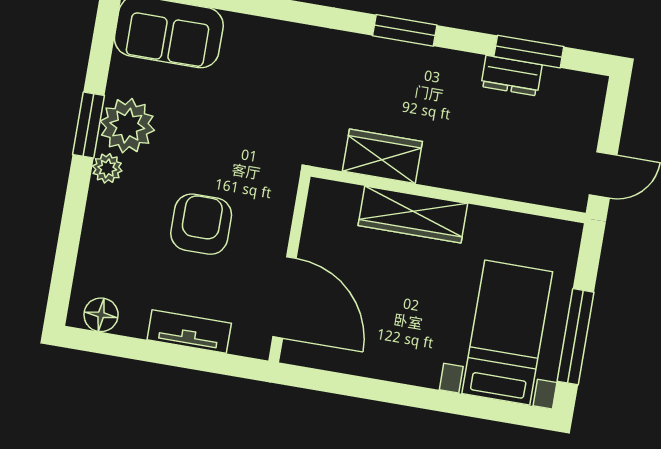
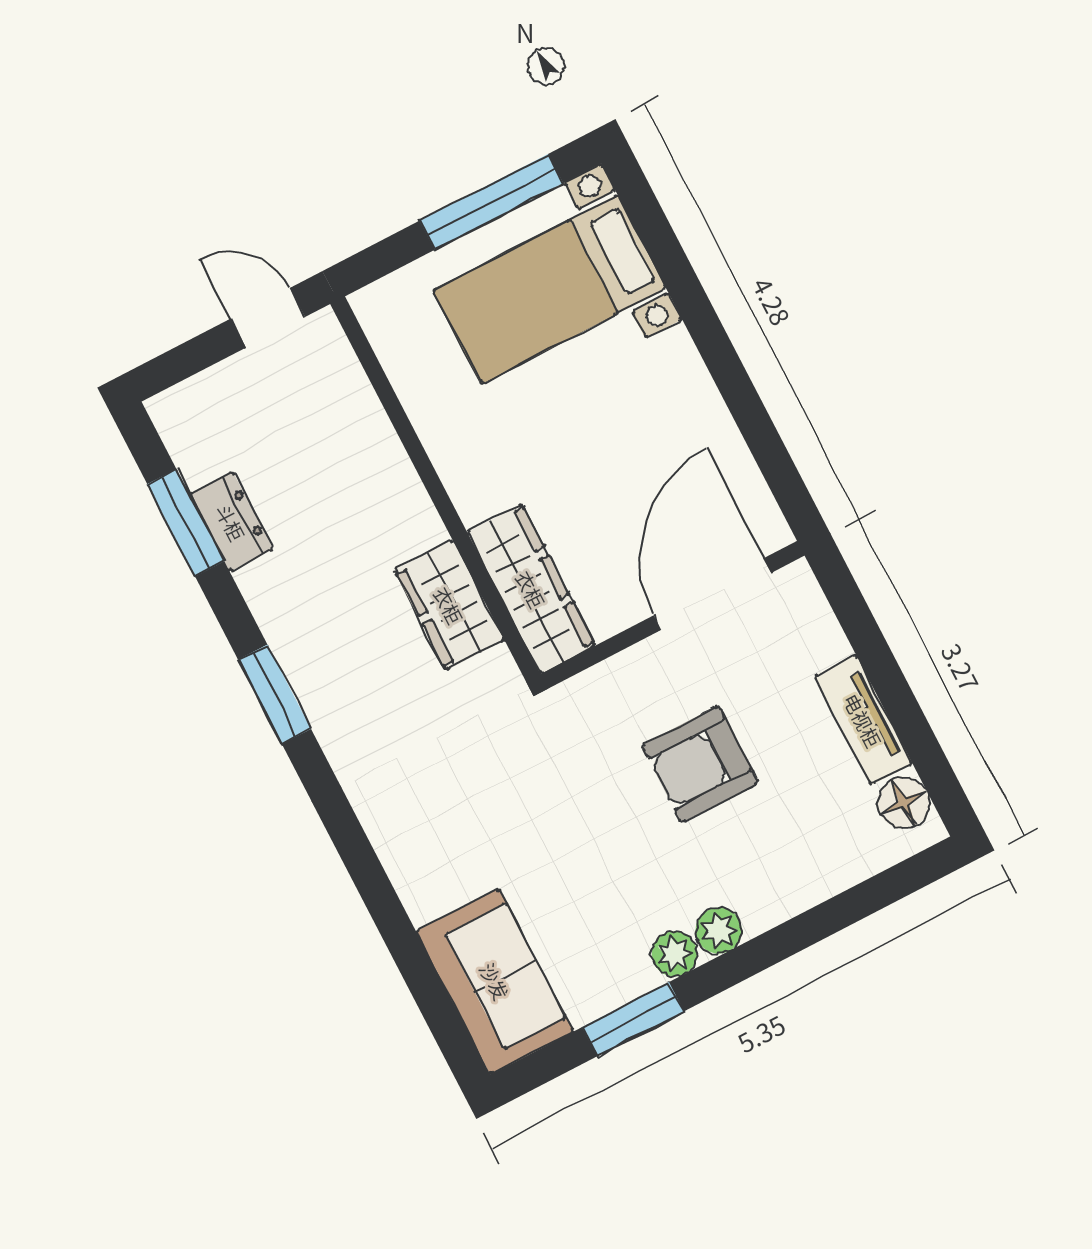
window: (89, 125) -> (633, 1019), moved
plant: (127, 126) -> (674, 954), width x0.53, depth x0.53
wardrobe: (413, 215) -> (531, 589), moved
tv unit: (189, 331) -> (863, 720), moved

